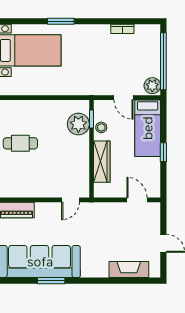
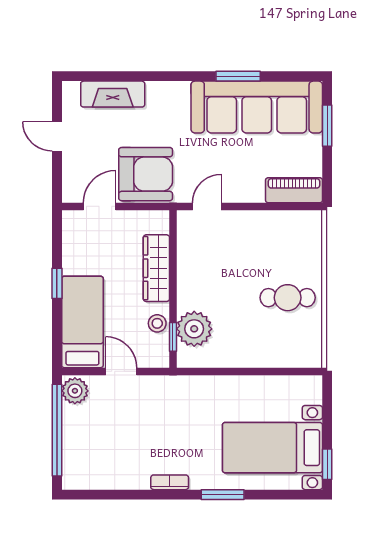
bookcase: (122, 29) -> (170, 482), moved
door: (137, 200) -> (100, 206), swing flipped
armchair: (108, 220) -> (146, 174), added

